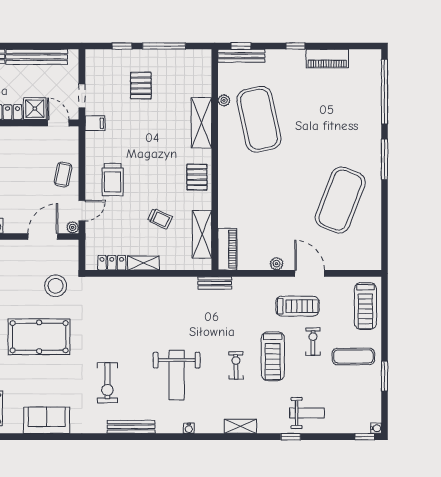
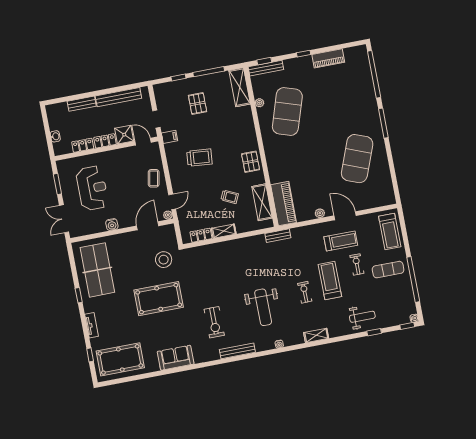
exercise mat: (259, 119) -> (287, 112), turned 30
shelving: (201, 123) -> (240, 87), moved
trolley: (113, 180) -> (199, 158), moved, turned -85
piano: (227, 249) -> (284, 204), width x1.37, depth x1.33
treadmill: (273, 356) -> (330, 281), turned 180
window: (384, 376) -> (413, 279), width x2.11
window: (291, 437) -> (374, 332), moved

